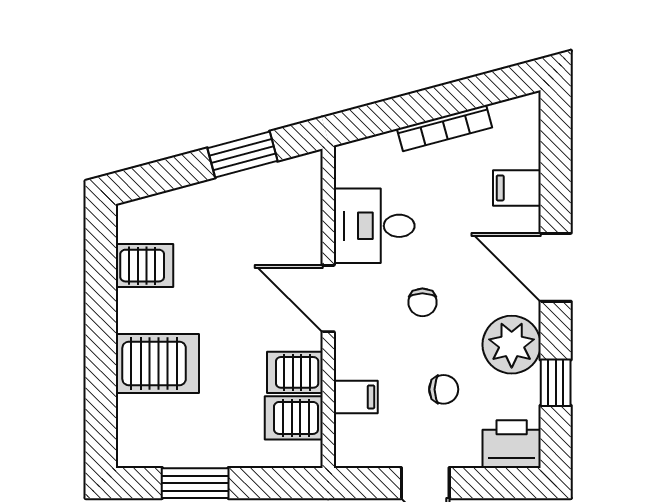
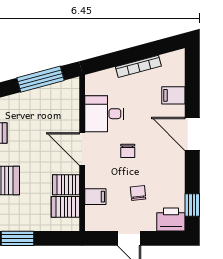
window: (242, 154) -> (40, 79), width x1.44
plant: (512, 345) -> (171, 171), removed
window: (556, 383) -> (192, 205), moved
chair: (444, 389) -> (138, 193), turned -96

